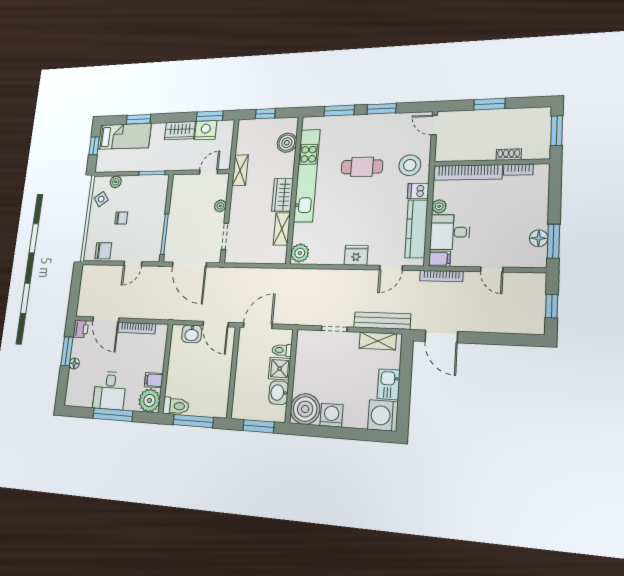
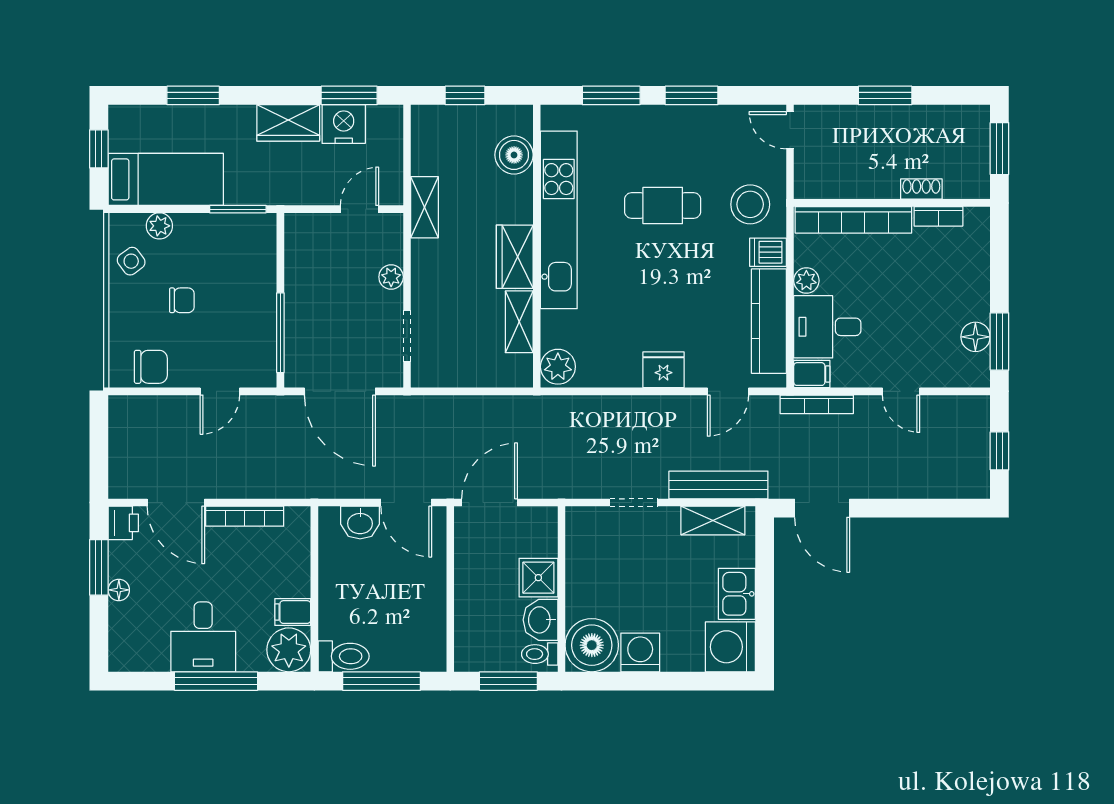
bed: (124, 136) -> (166, 179), moved
toilet: (282, 350) -> (540, 654), moved

